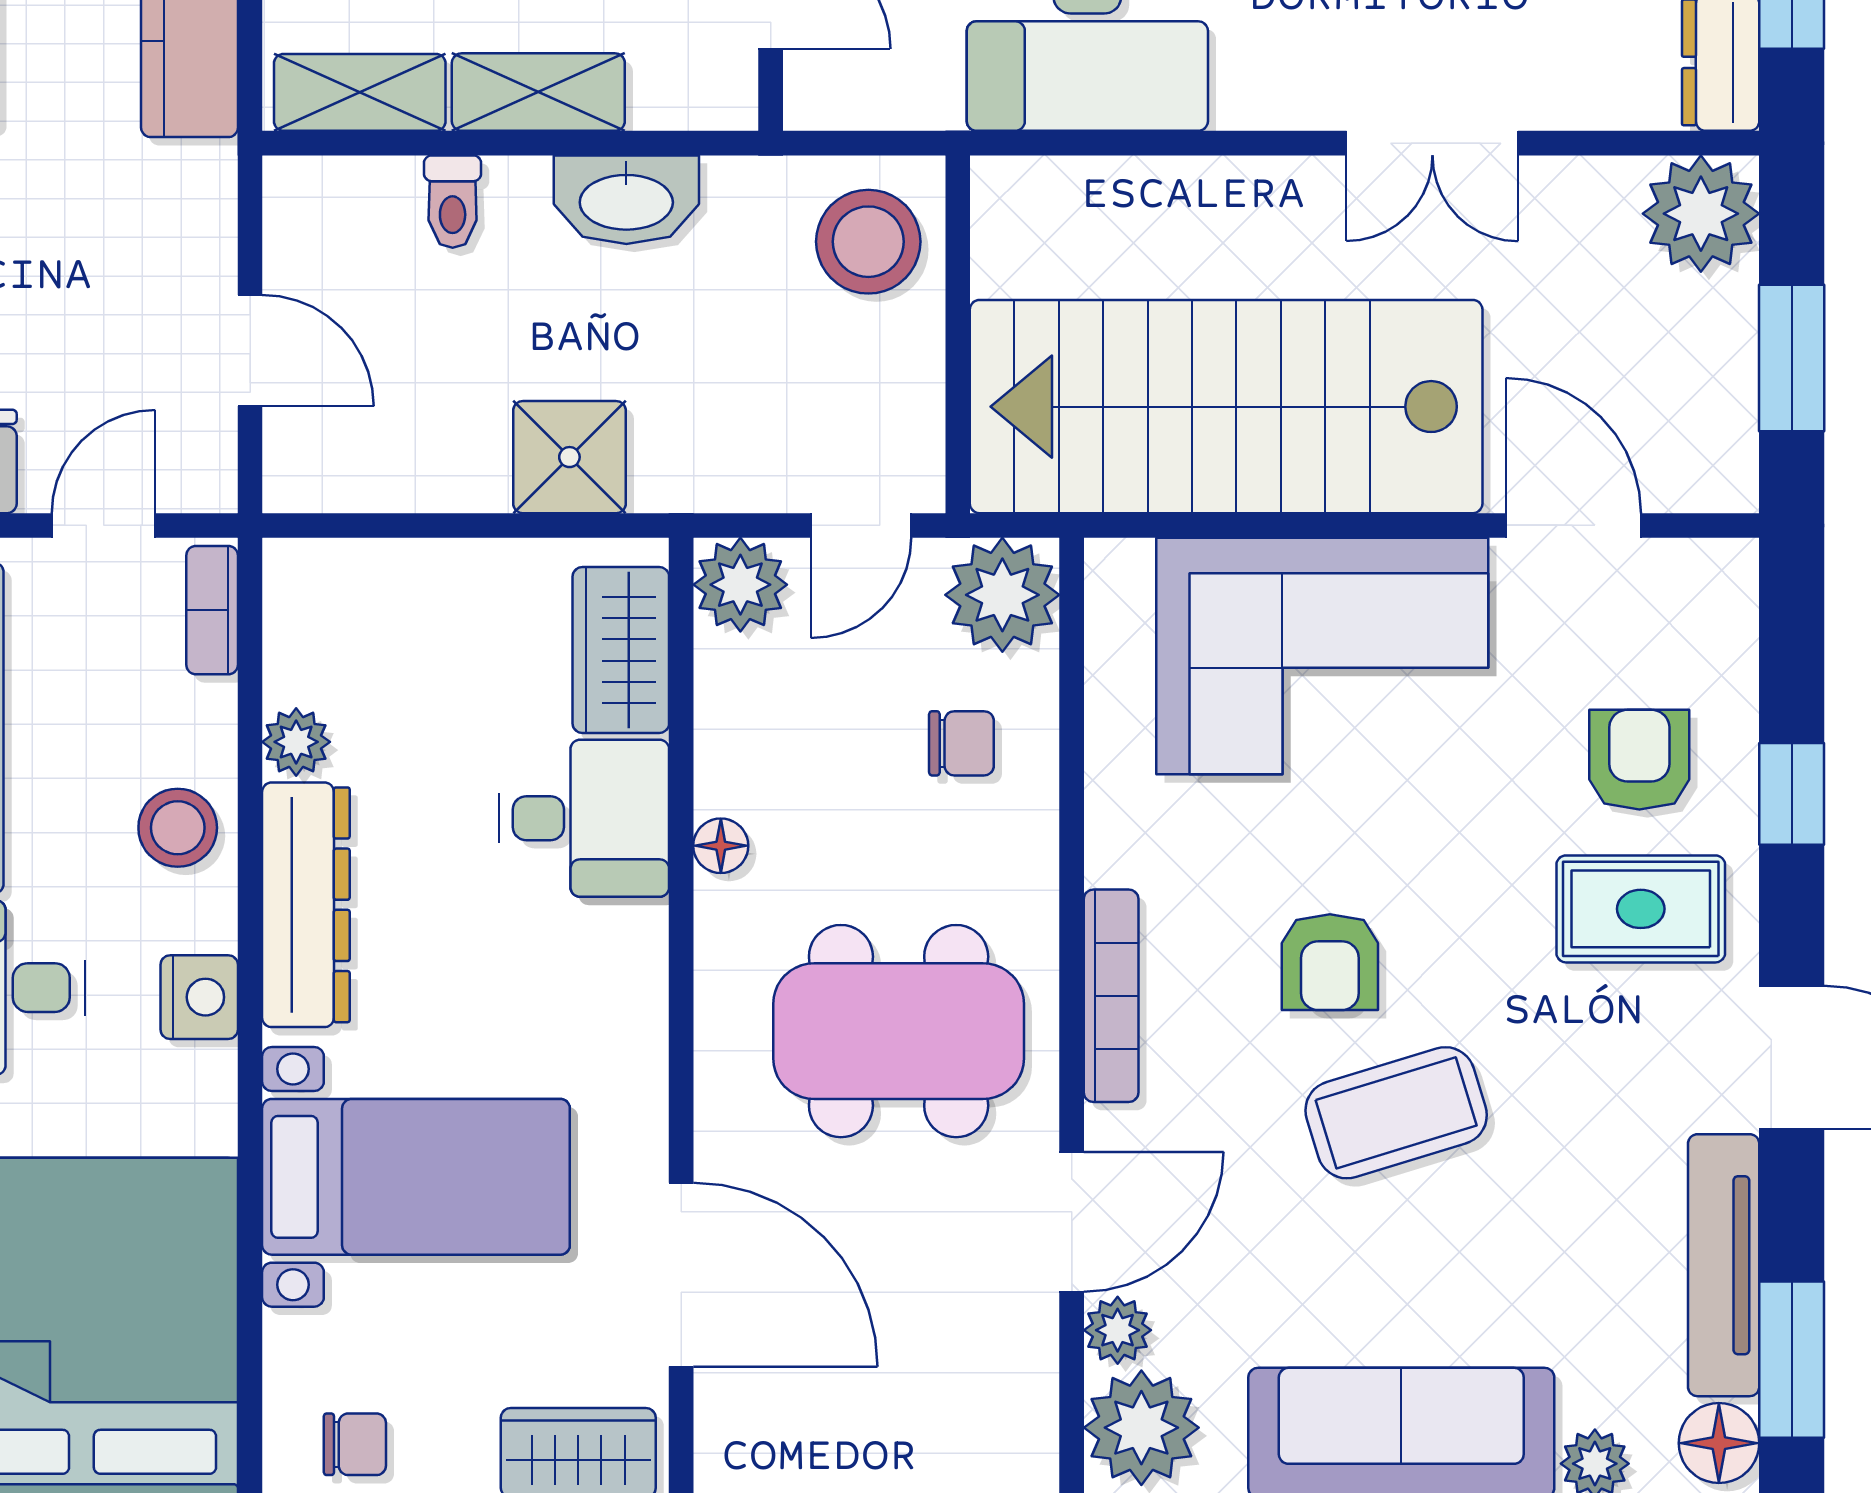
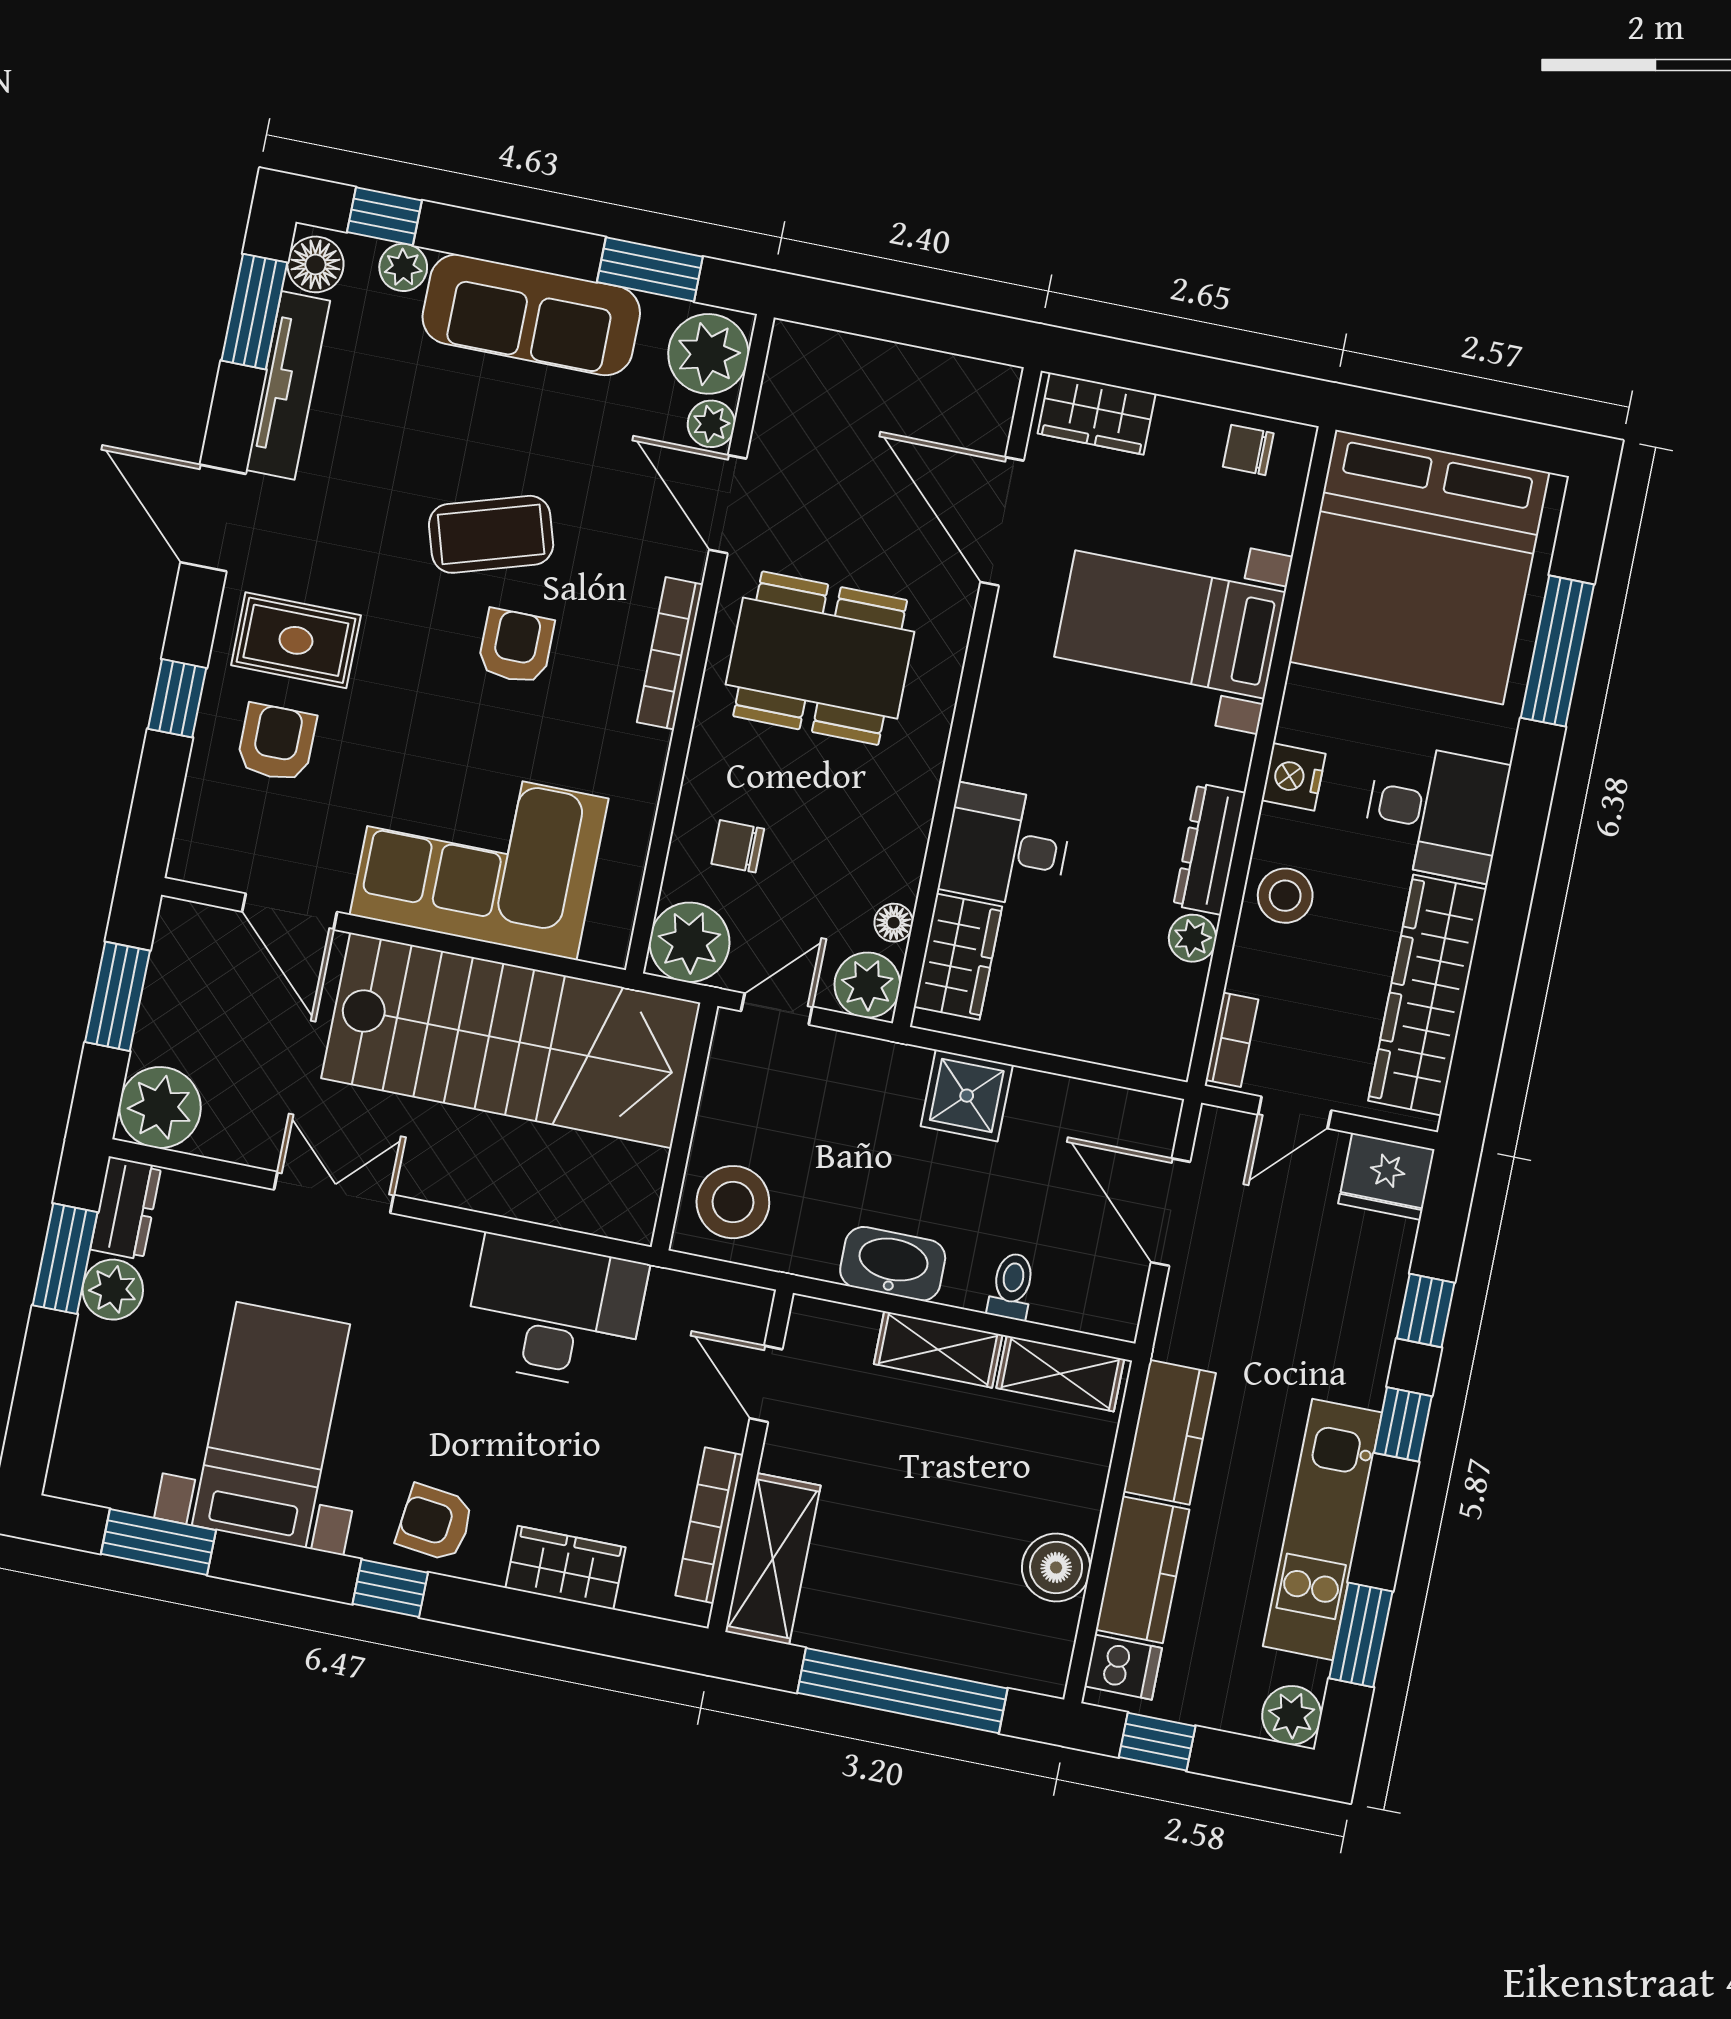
door: (250, 351) -> (1171, 1212), width x1.38
armchair: (1639, 760) -> (277, 743), turned 180
floor lamp: (721, 846) -> (894, 923), moved
dresser: (306, 905) -> (1209, 849), width x0.73, depth x0.80
door: (1072, 1222) -> (728, 504), hinge flipped

